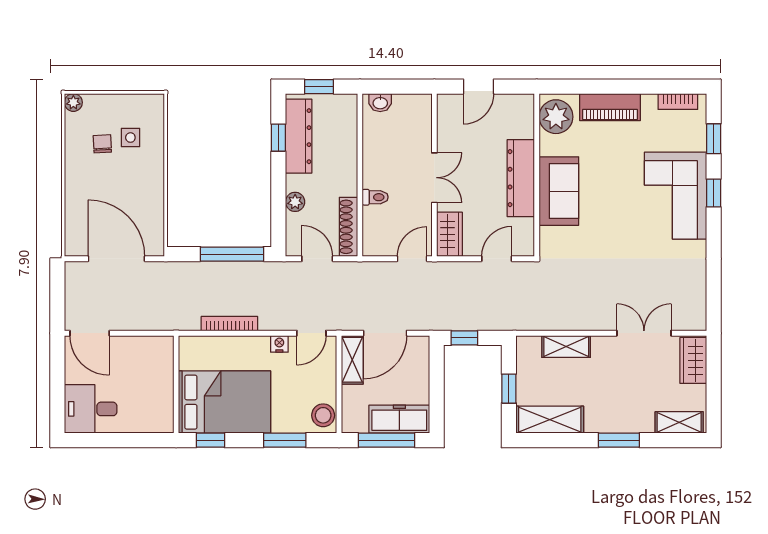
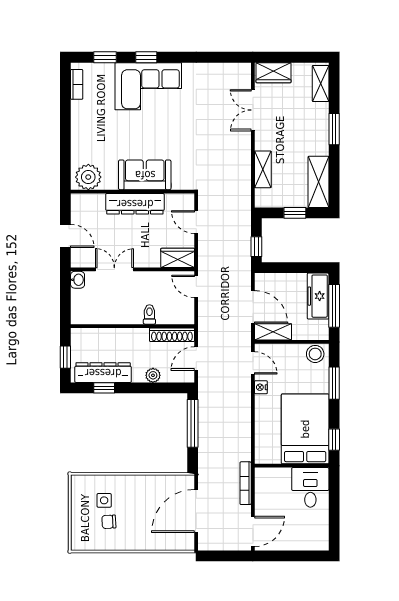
plant: (73, 102) -> (77, 544), removed
washbasin: (380, 103) -> (78, 280), moved
piano: (610, 107) -> (81, 136), removed
double door: (434, 178) -> (114, 269), moved
bookcase: (229, 324) -> (246, 483), moved
desk: (91, 409) -> (310, 487), moved, turned 180

